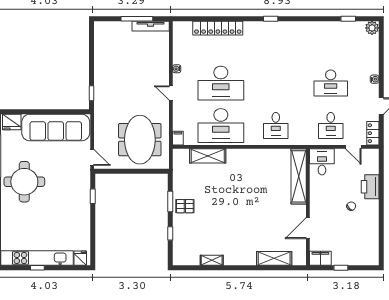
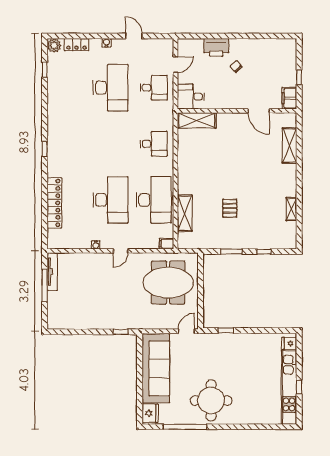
desk: (331, 83) -> (110, 88), width x1.36, depth x1.30
locker: (373, 133) -> (76, 45), moved
shelving: (299, 176) -> (197, 120), width x0.68
pallet: (185, 206) -> (230, 208), moved

